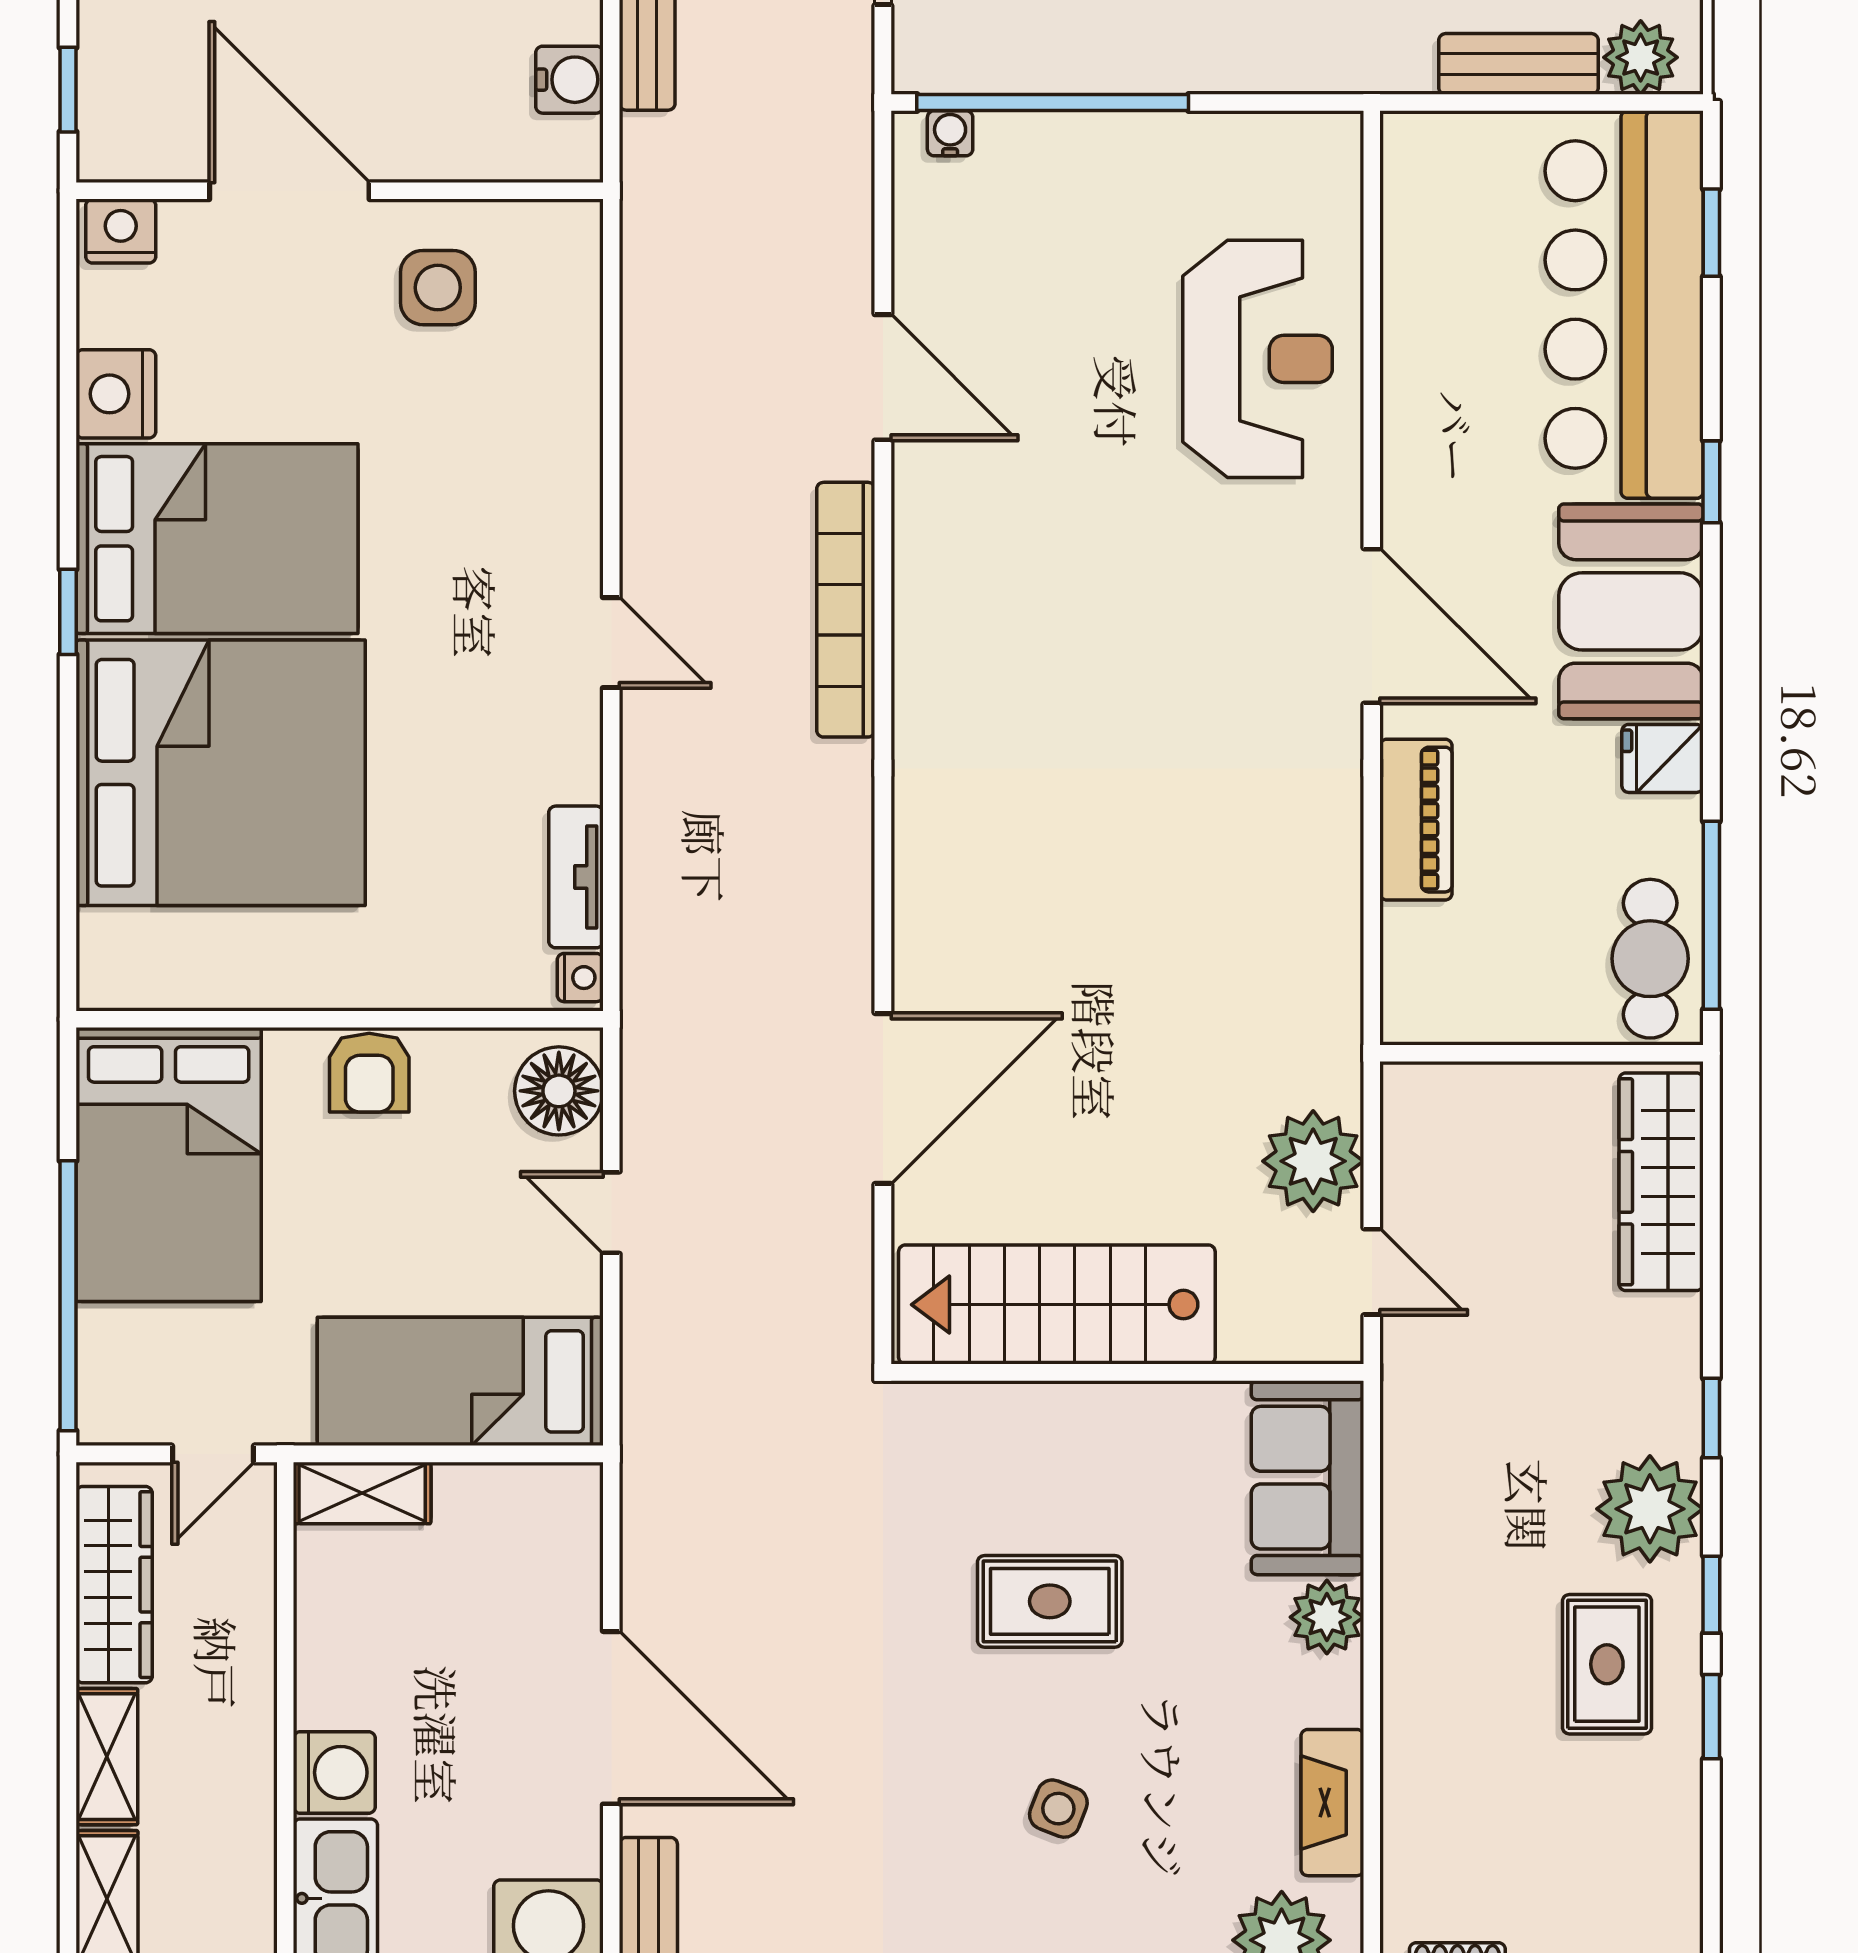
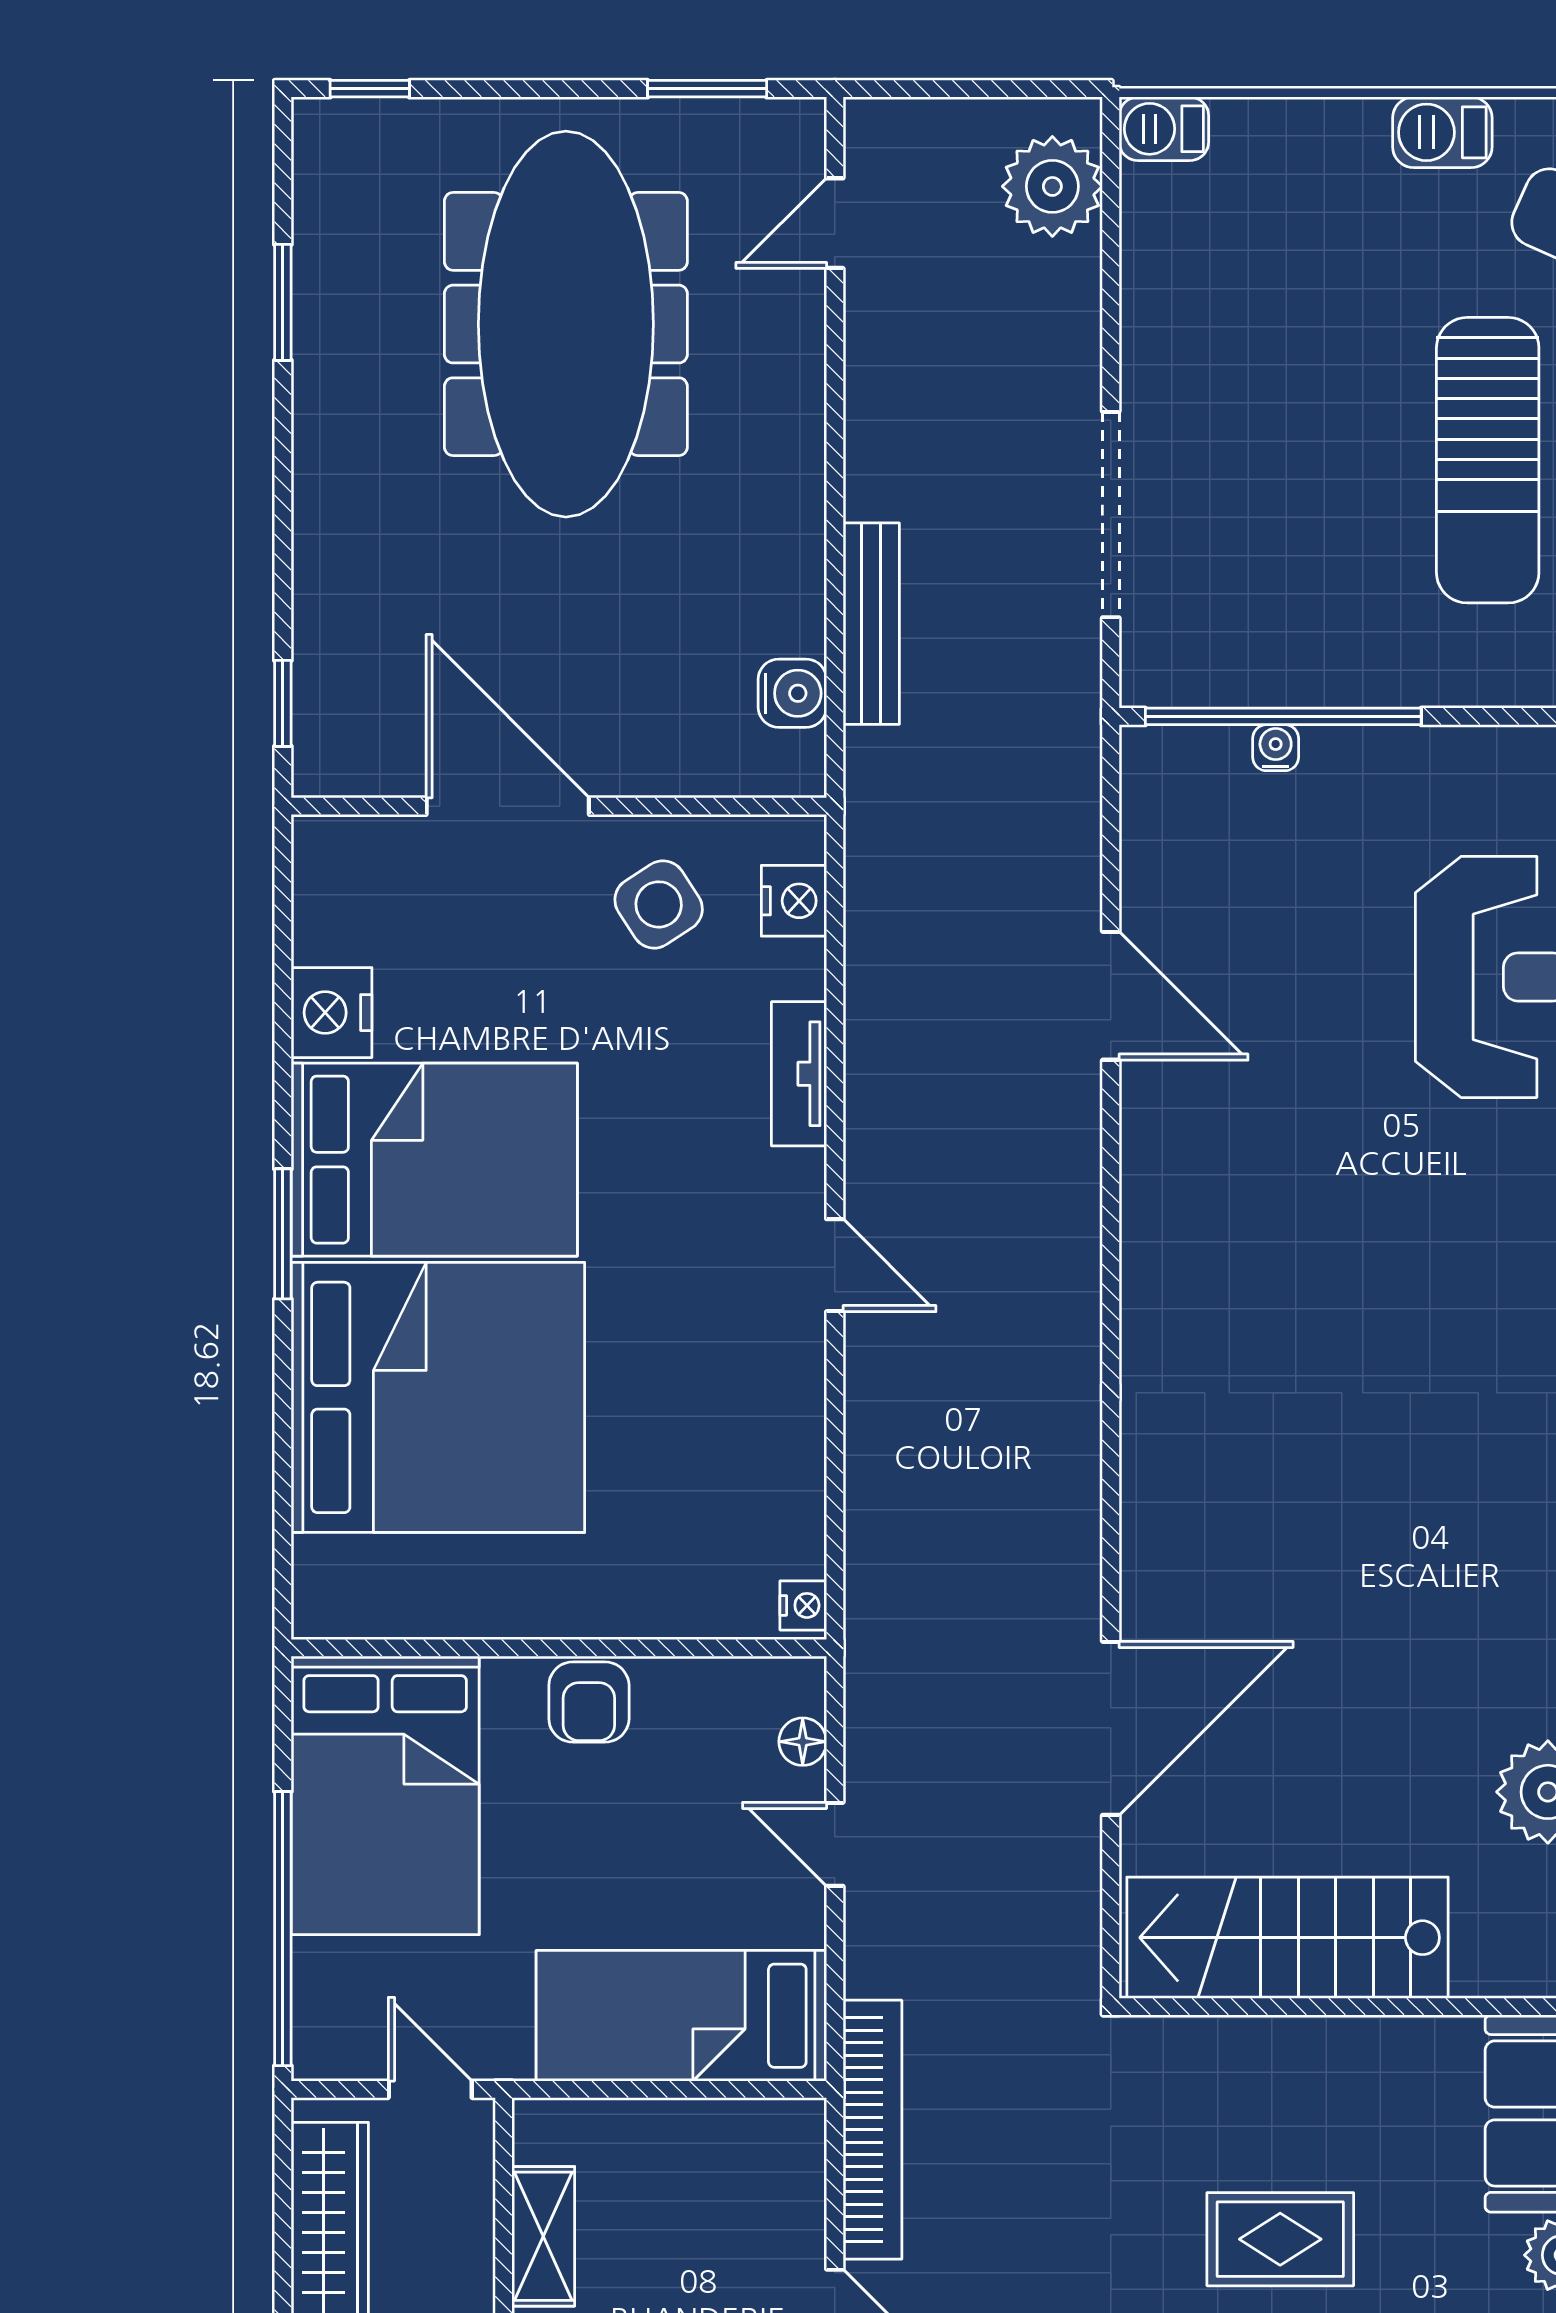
water cooler: (950, 133) -> (1276, 748), moved
nightstand: (121, 231) -> (794, 901), moved, turned 90
side table: (438, 288) -> (659, 904), turned -33
bookcase: (846, 610) -> (872, 2130), moved, turned 180
window: (68, 612) -> (283, 1234), width x1.50
tv unit: (576, 877) -> (799, 1074), moved
floor lamp: (559, 1091) -> (803, 1742), width x0.53, depth x0.53
door: (213, 1454) -> (430, 2089), swing flipped
shelving: (362, 1493) -> (543, 2236), moved, turned 90

